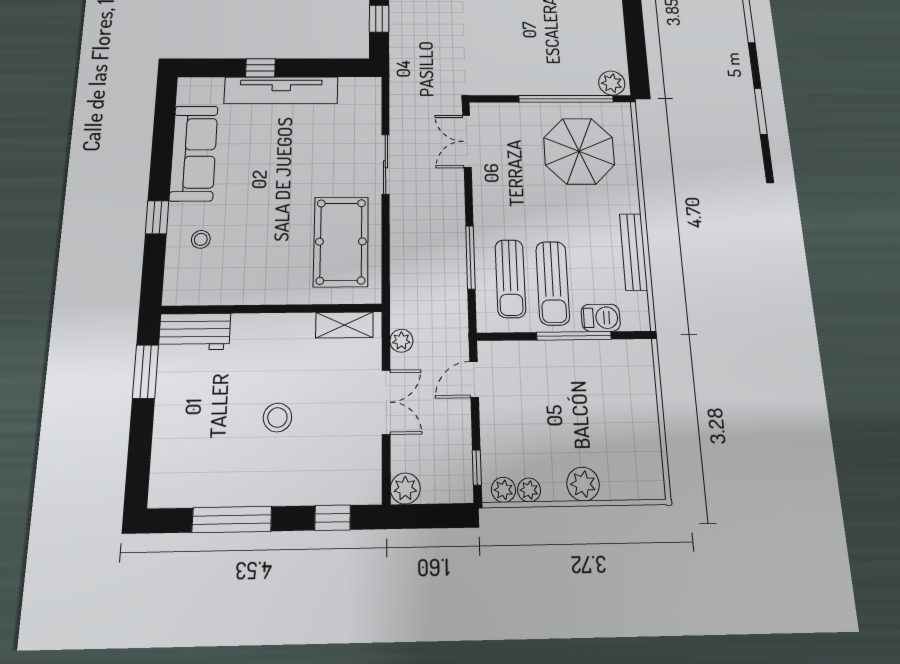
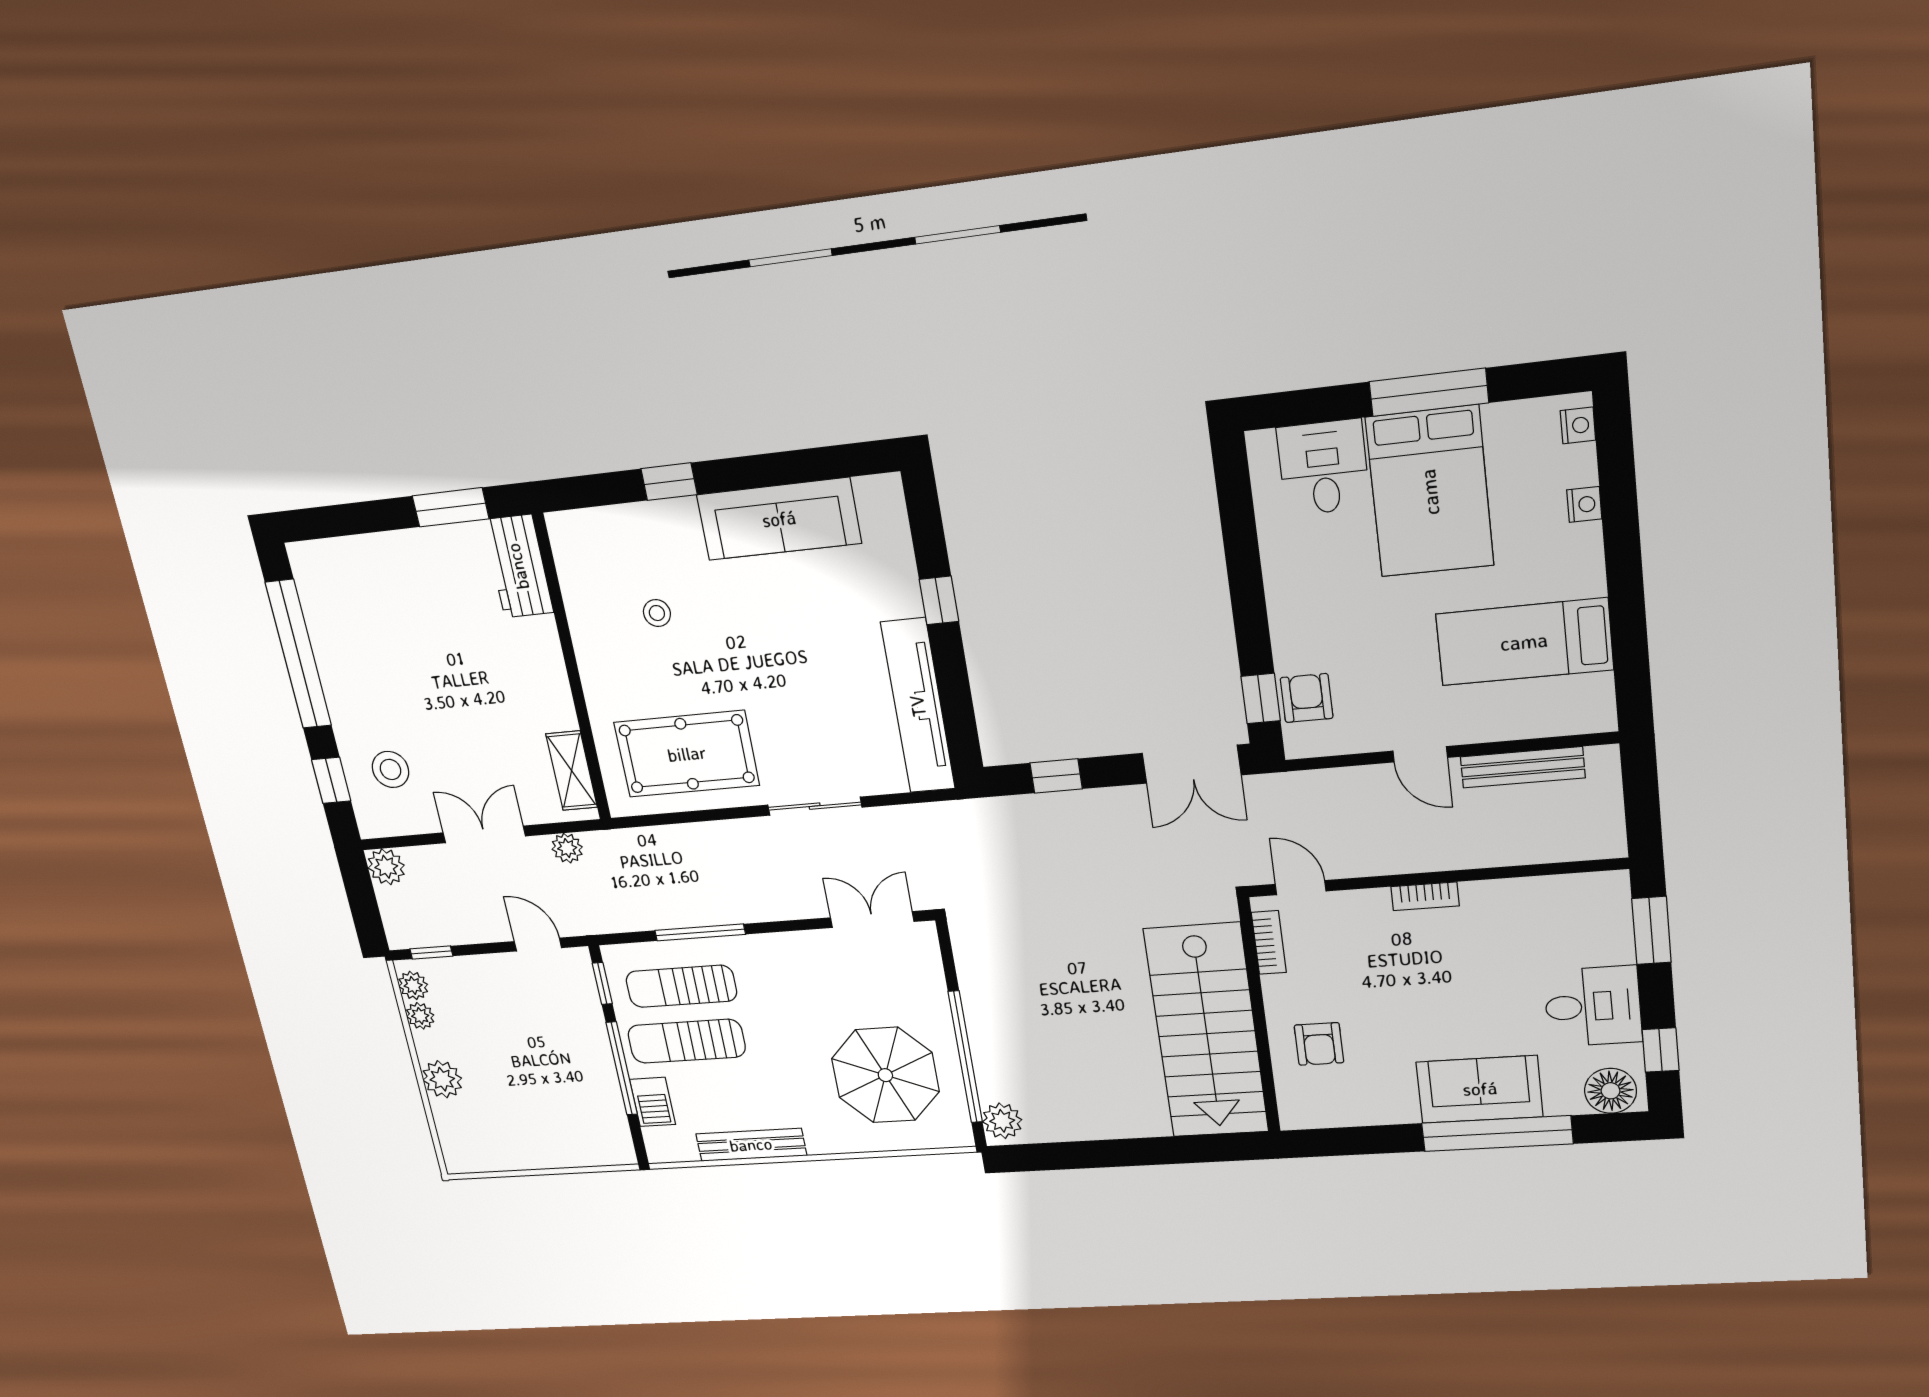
tv unit: (281, 90) -> (918, 706), moved
stool: (201, 239) -> (657, 613), moved
window: (506, 336) -> (602, 983), added
double door: (386, 402) -> (484, 834), swing flipped
stool: (277, 417) -> (390, 769), moved
window: (232, 520) -> (298, 654), width x1.46

